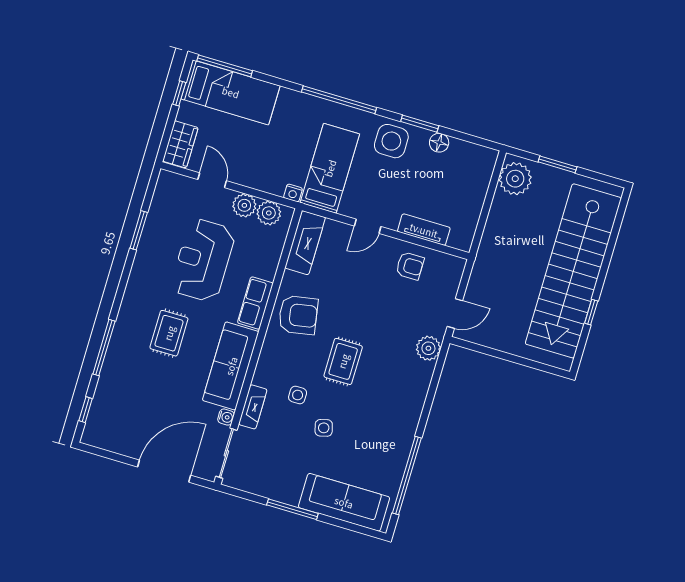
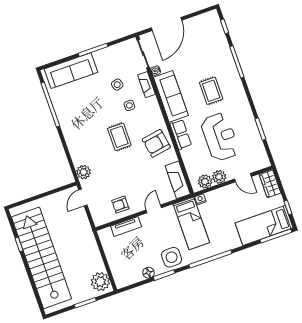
side table: (324, 428) -> (117, 85), moved

